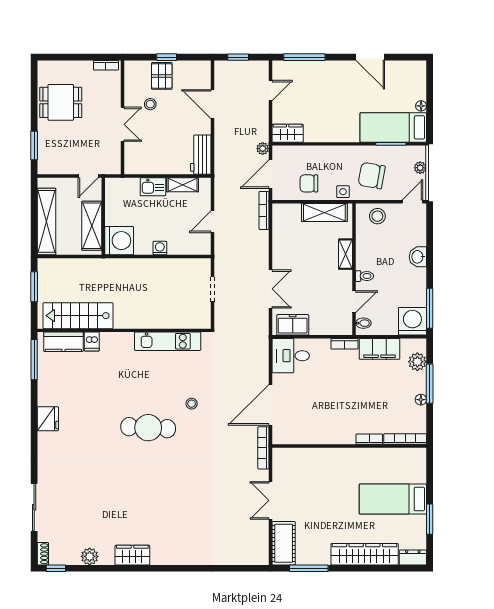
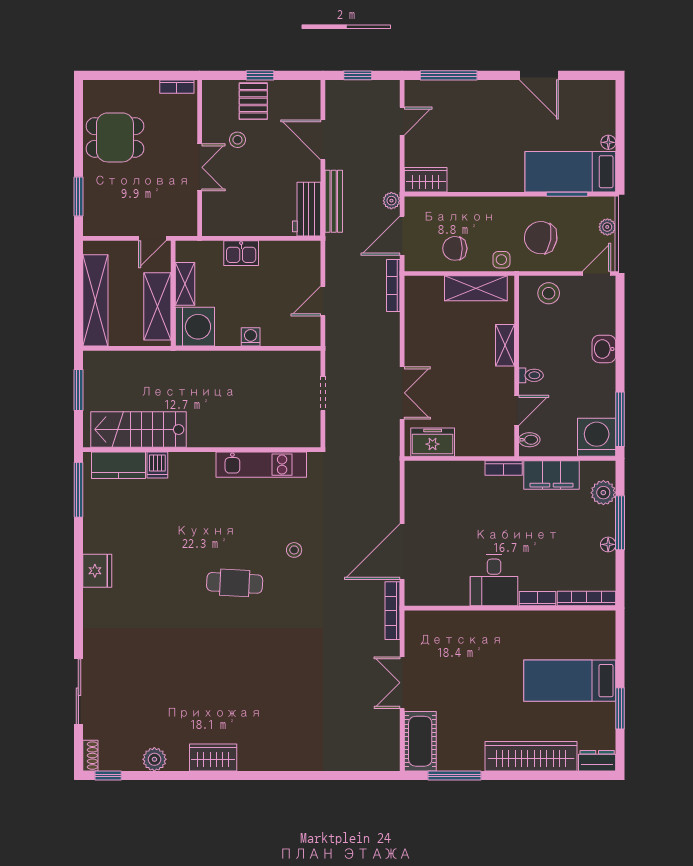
bench: (221, 149) -> (334, 201), added
shelving: (183, 185) -> (185, 284), moved, turned 90
desk: (291, 356) -> (494, 580), moved, turned -90
cafe table: (148, 428) -> (235, 583), width x0.73, depth x0.74

